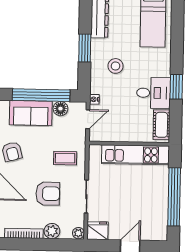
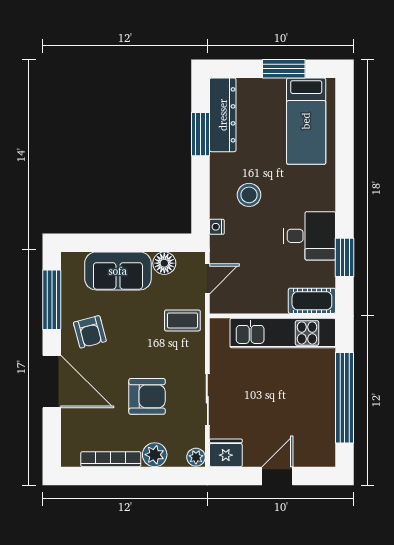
window: (85, 48) -> (200, 134), moved
window: (176, 87) -> (345, 257), moved
window: (41, 95) -> (134, 243), removed
nightstand: (94, 99) -> (217, 227), moved
cot: (162, 125) -> (312, 301), moved, turned 90
coffee table: (65, 158) -> (182, 320), moved

